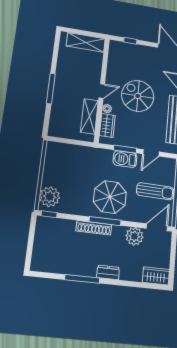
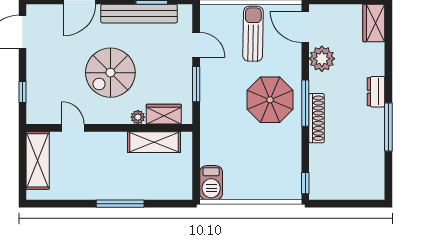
door: (102, 91) -> (73, 128), moved
barbecue: (125, 159) -> (211, 183), moved
plant: (50, 197) -> (280, 185), removed

